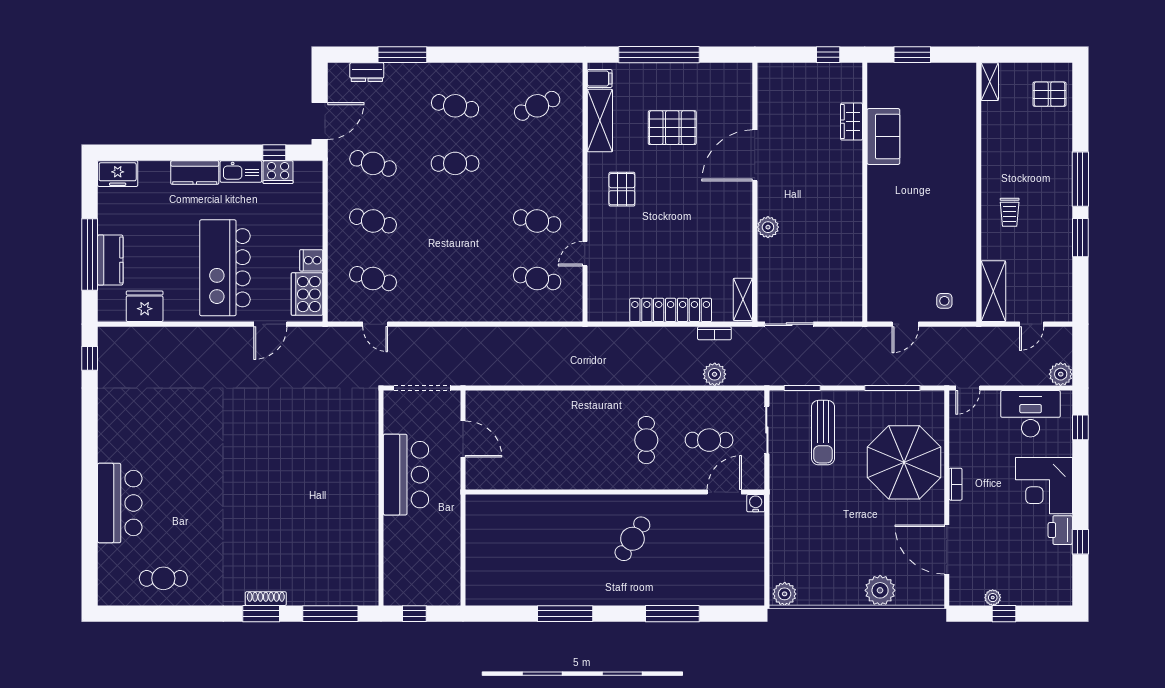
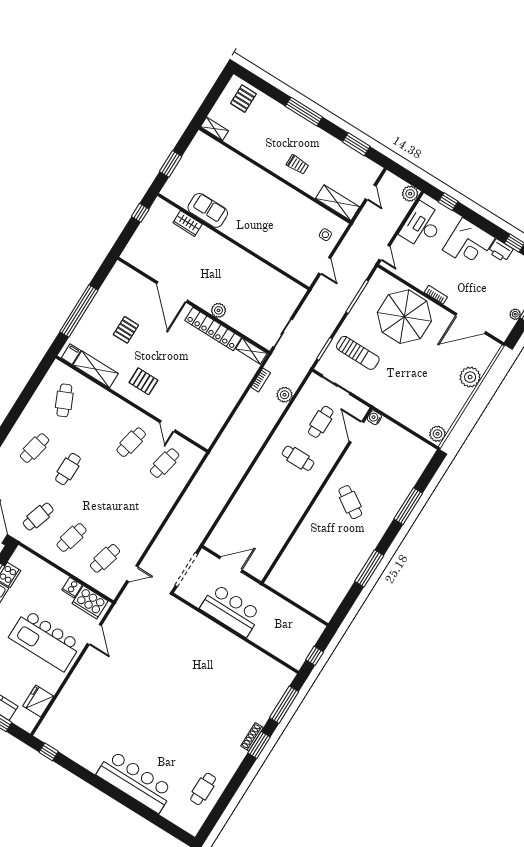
pallet: (672, 128) -> (126, 330), width x0.67, depth x0.71
window: (1080, 238) -> (356, 144), moved
locker: (671, 310) -> (213, 329), moved, turned -90
bar counter: (120, 503) -> (135, 782), width x1.36

